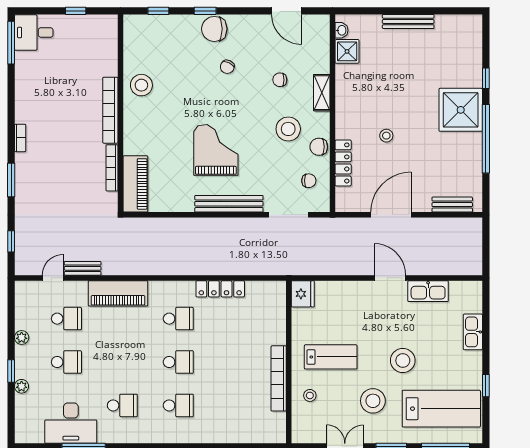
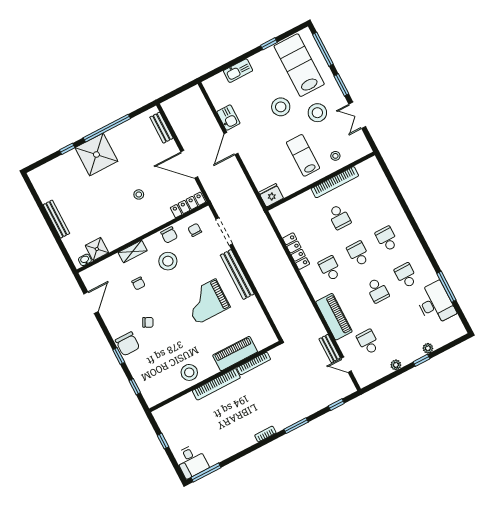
locker: (343, 163) -> (188, 205), moved
piano: (135, 184) -> (235, 354), moved
kitchen sink: (428, 291) -> (228, 118), width x0.73
school desk: (66, 362) -> (377, 290), moved, turned 180
school desk: (234, 362) -> (339, 217), added

